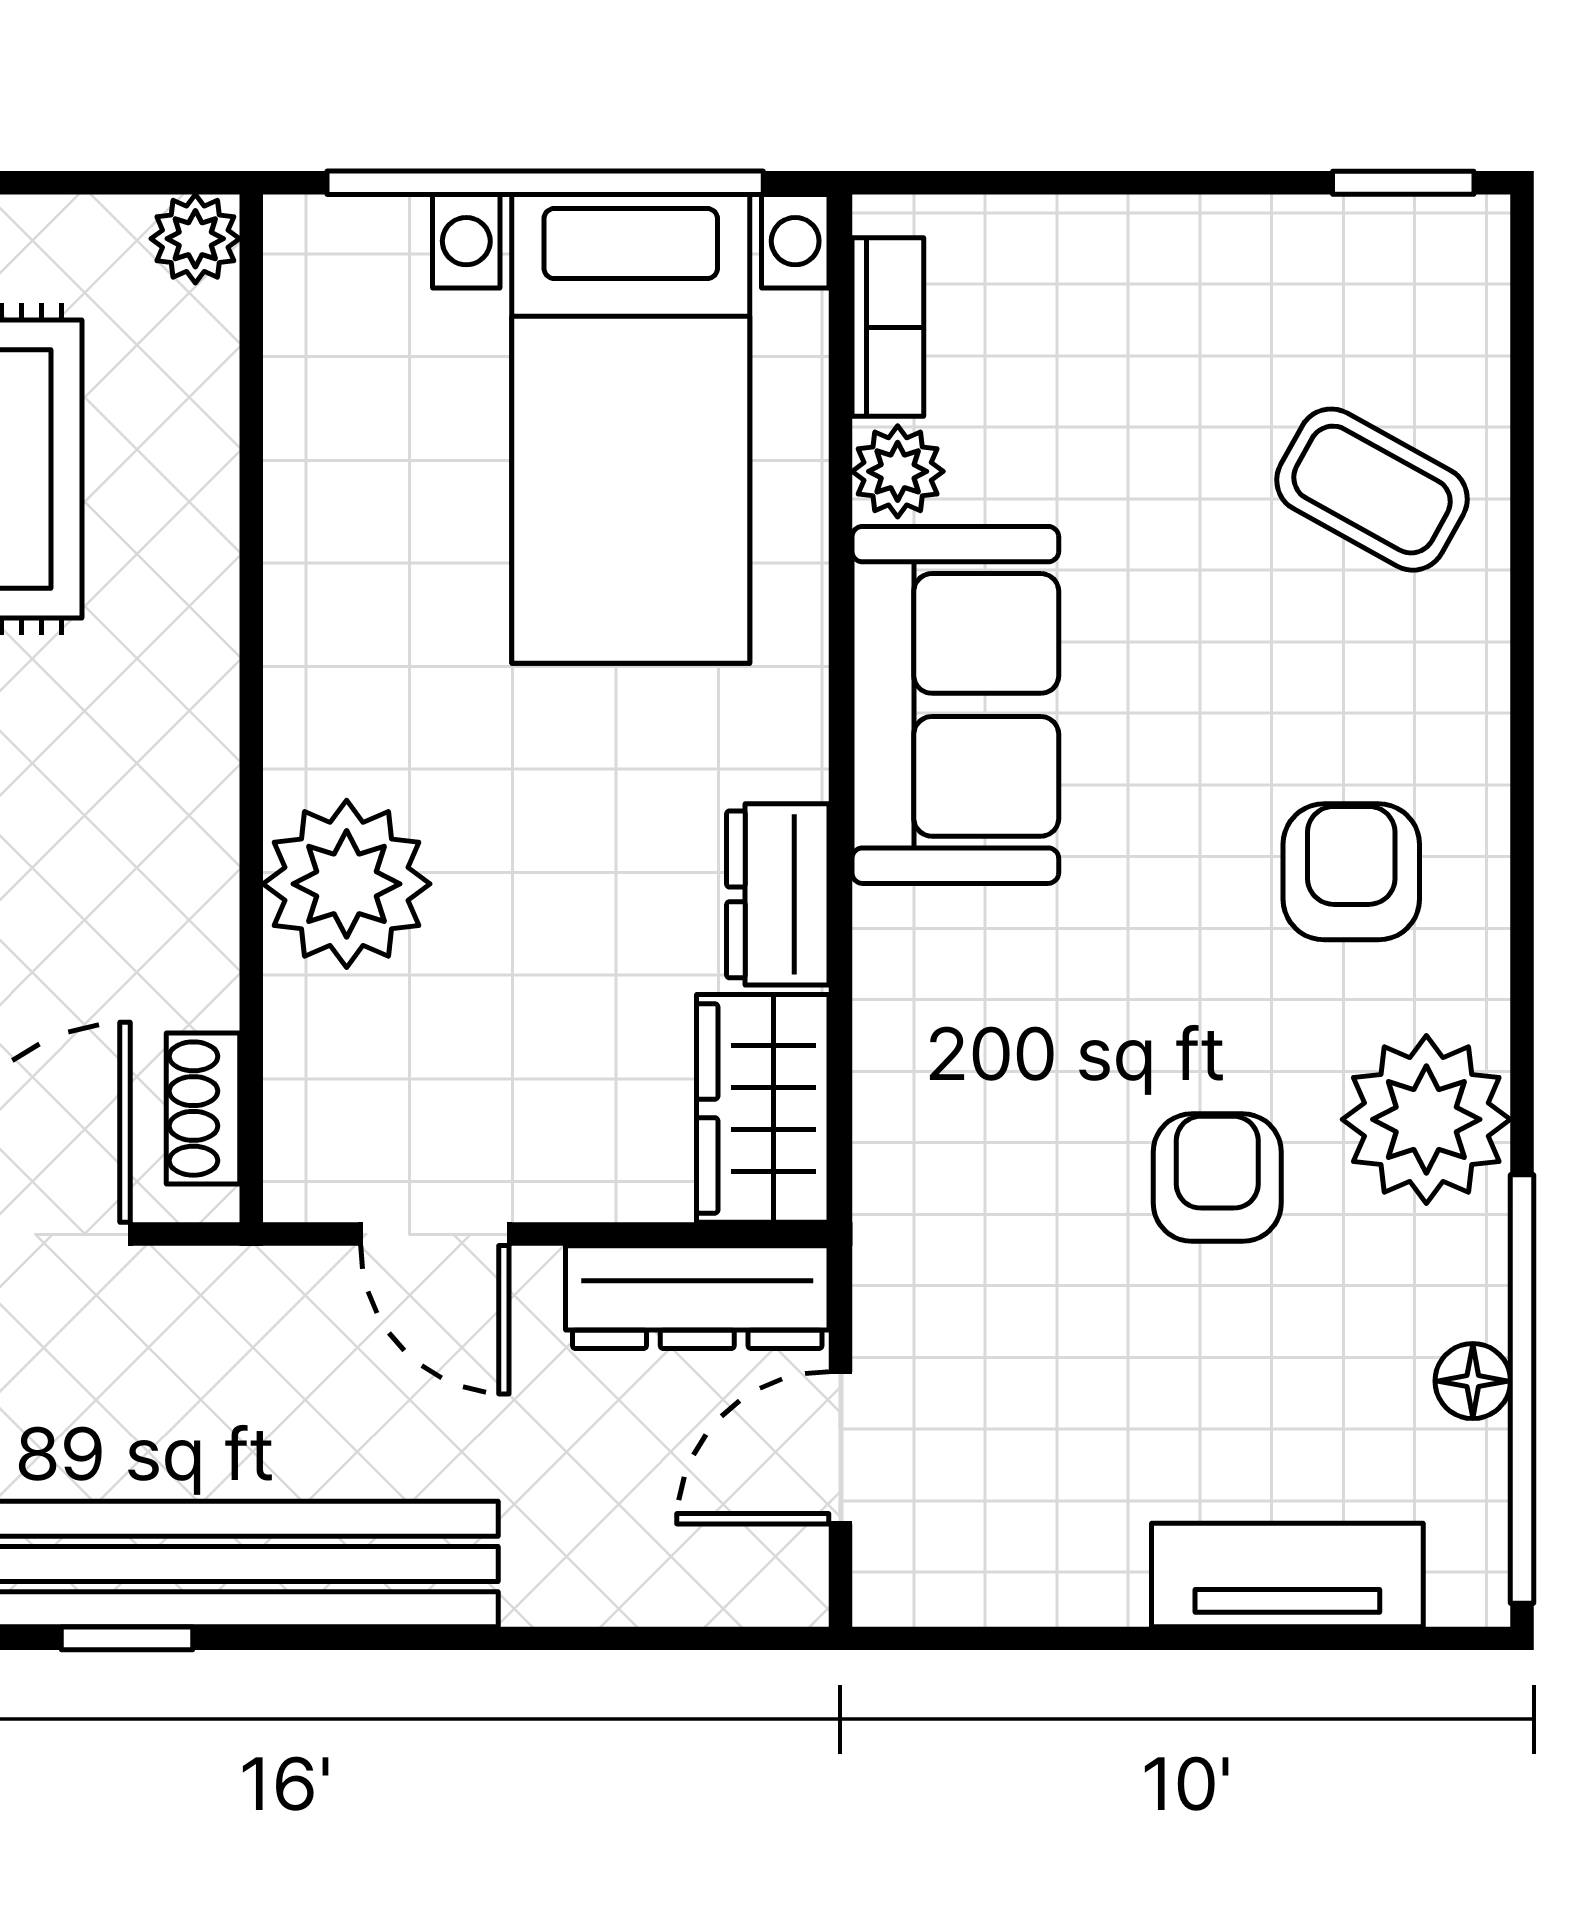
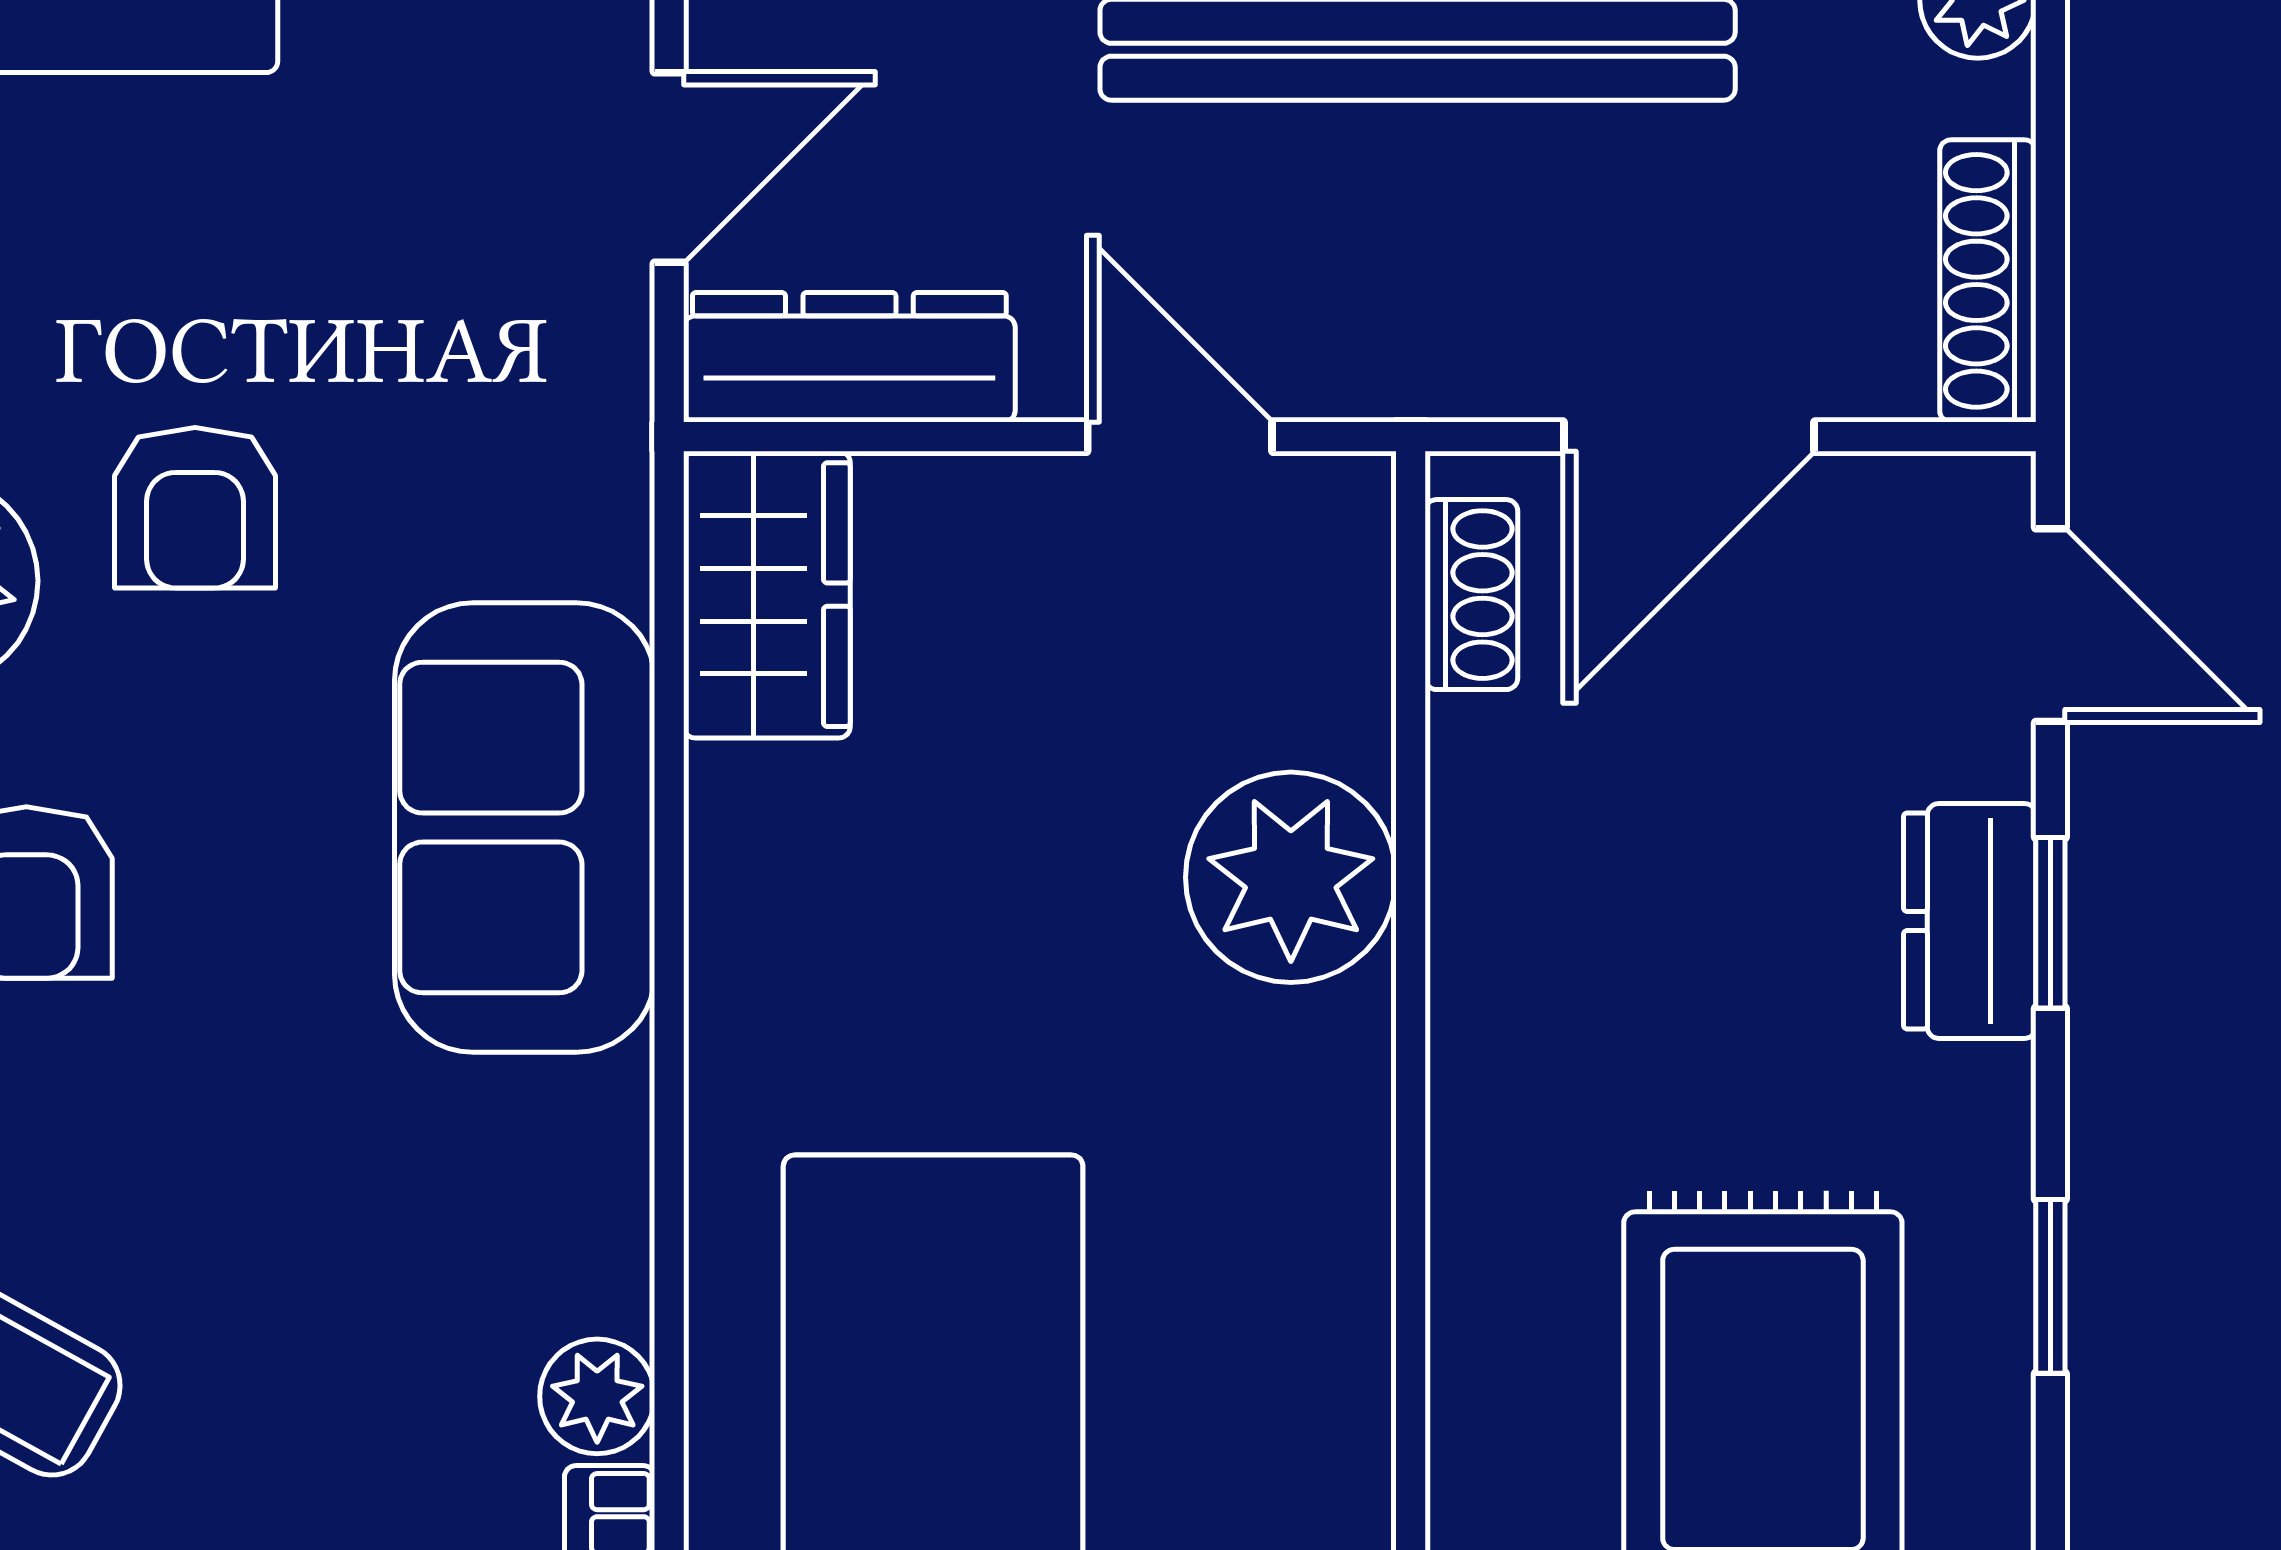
sofa: (955, 705) -> (525, 828), moved
dresser: (778, 894) -> (748, 864), removed

